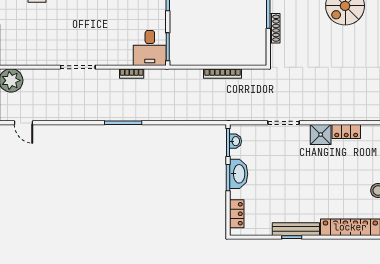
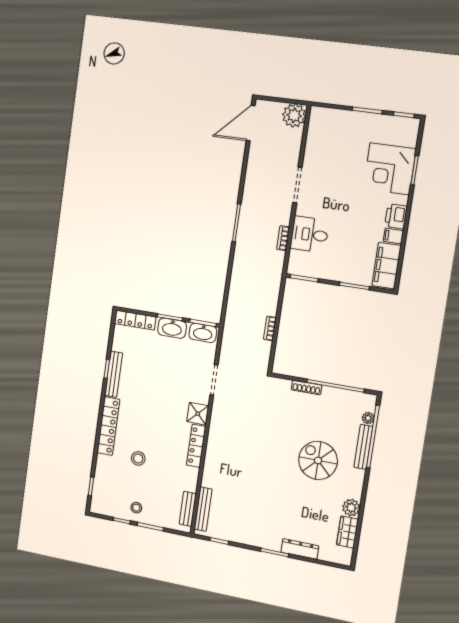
desk: (150, 48) -> (309, 234), moved
bookcase: (223, 73) -> (270, 328), width x0.64
door: (24, 123) -> (251, 123), width x1.87
locker: (346, 131) -> (196, 446), width x1.53
washbasin: (235, 141) -> (203, 333), width x1.91, depth x1.45
locker: (237, 214) -> (135, 320), width x1.53

